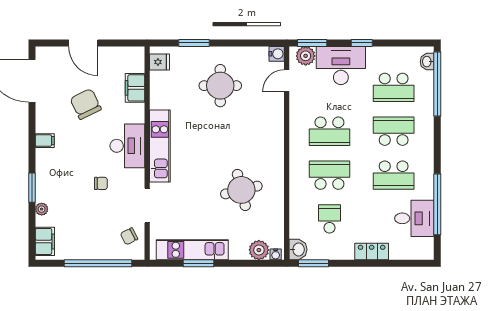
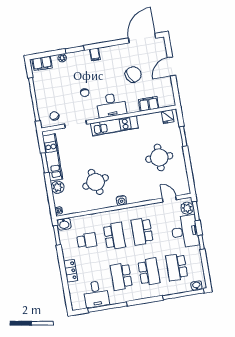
water cooler: (277, 54) -> (121, 201), moved
filing cabinet: (45, 141) -> (95, 54), moved
plant: (259, 250) -> (57, 187), moved

